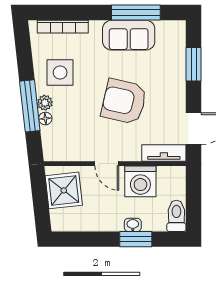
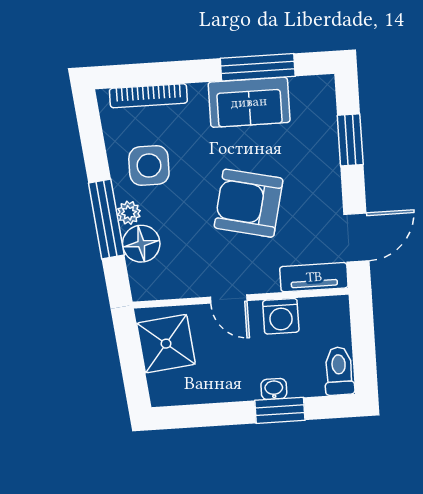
floor lamp: (45, 119) -> (141, 244), width x1.89, depth x1.89
washing machine: (140, 181) -> (281, 316), width x0.73, depth x0.73

